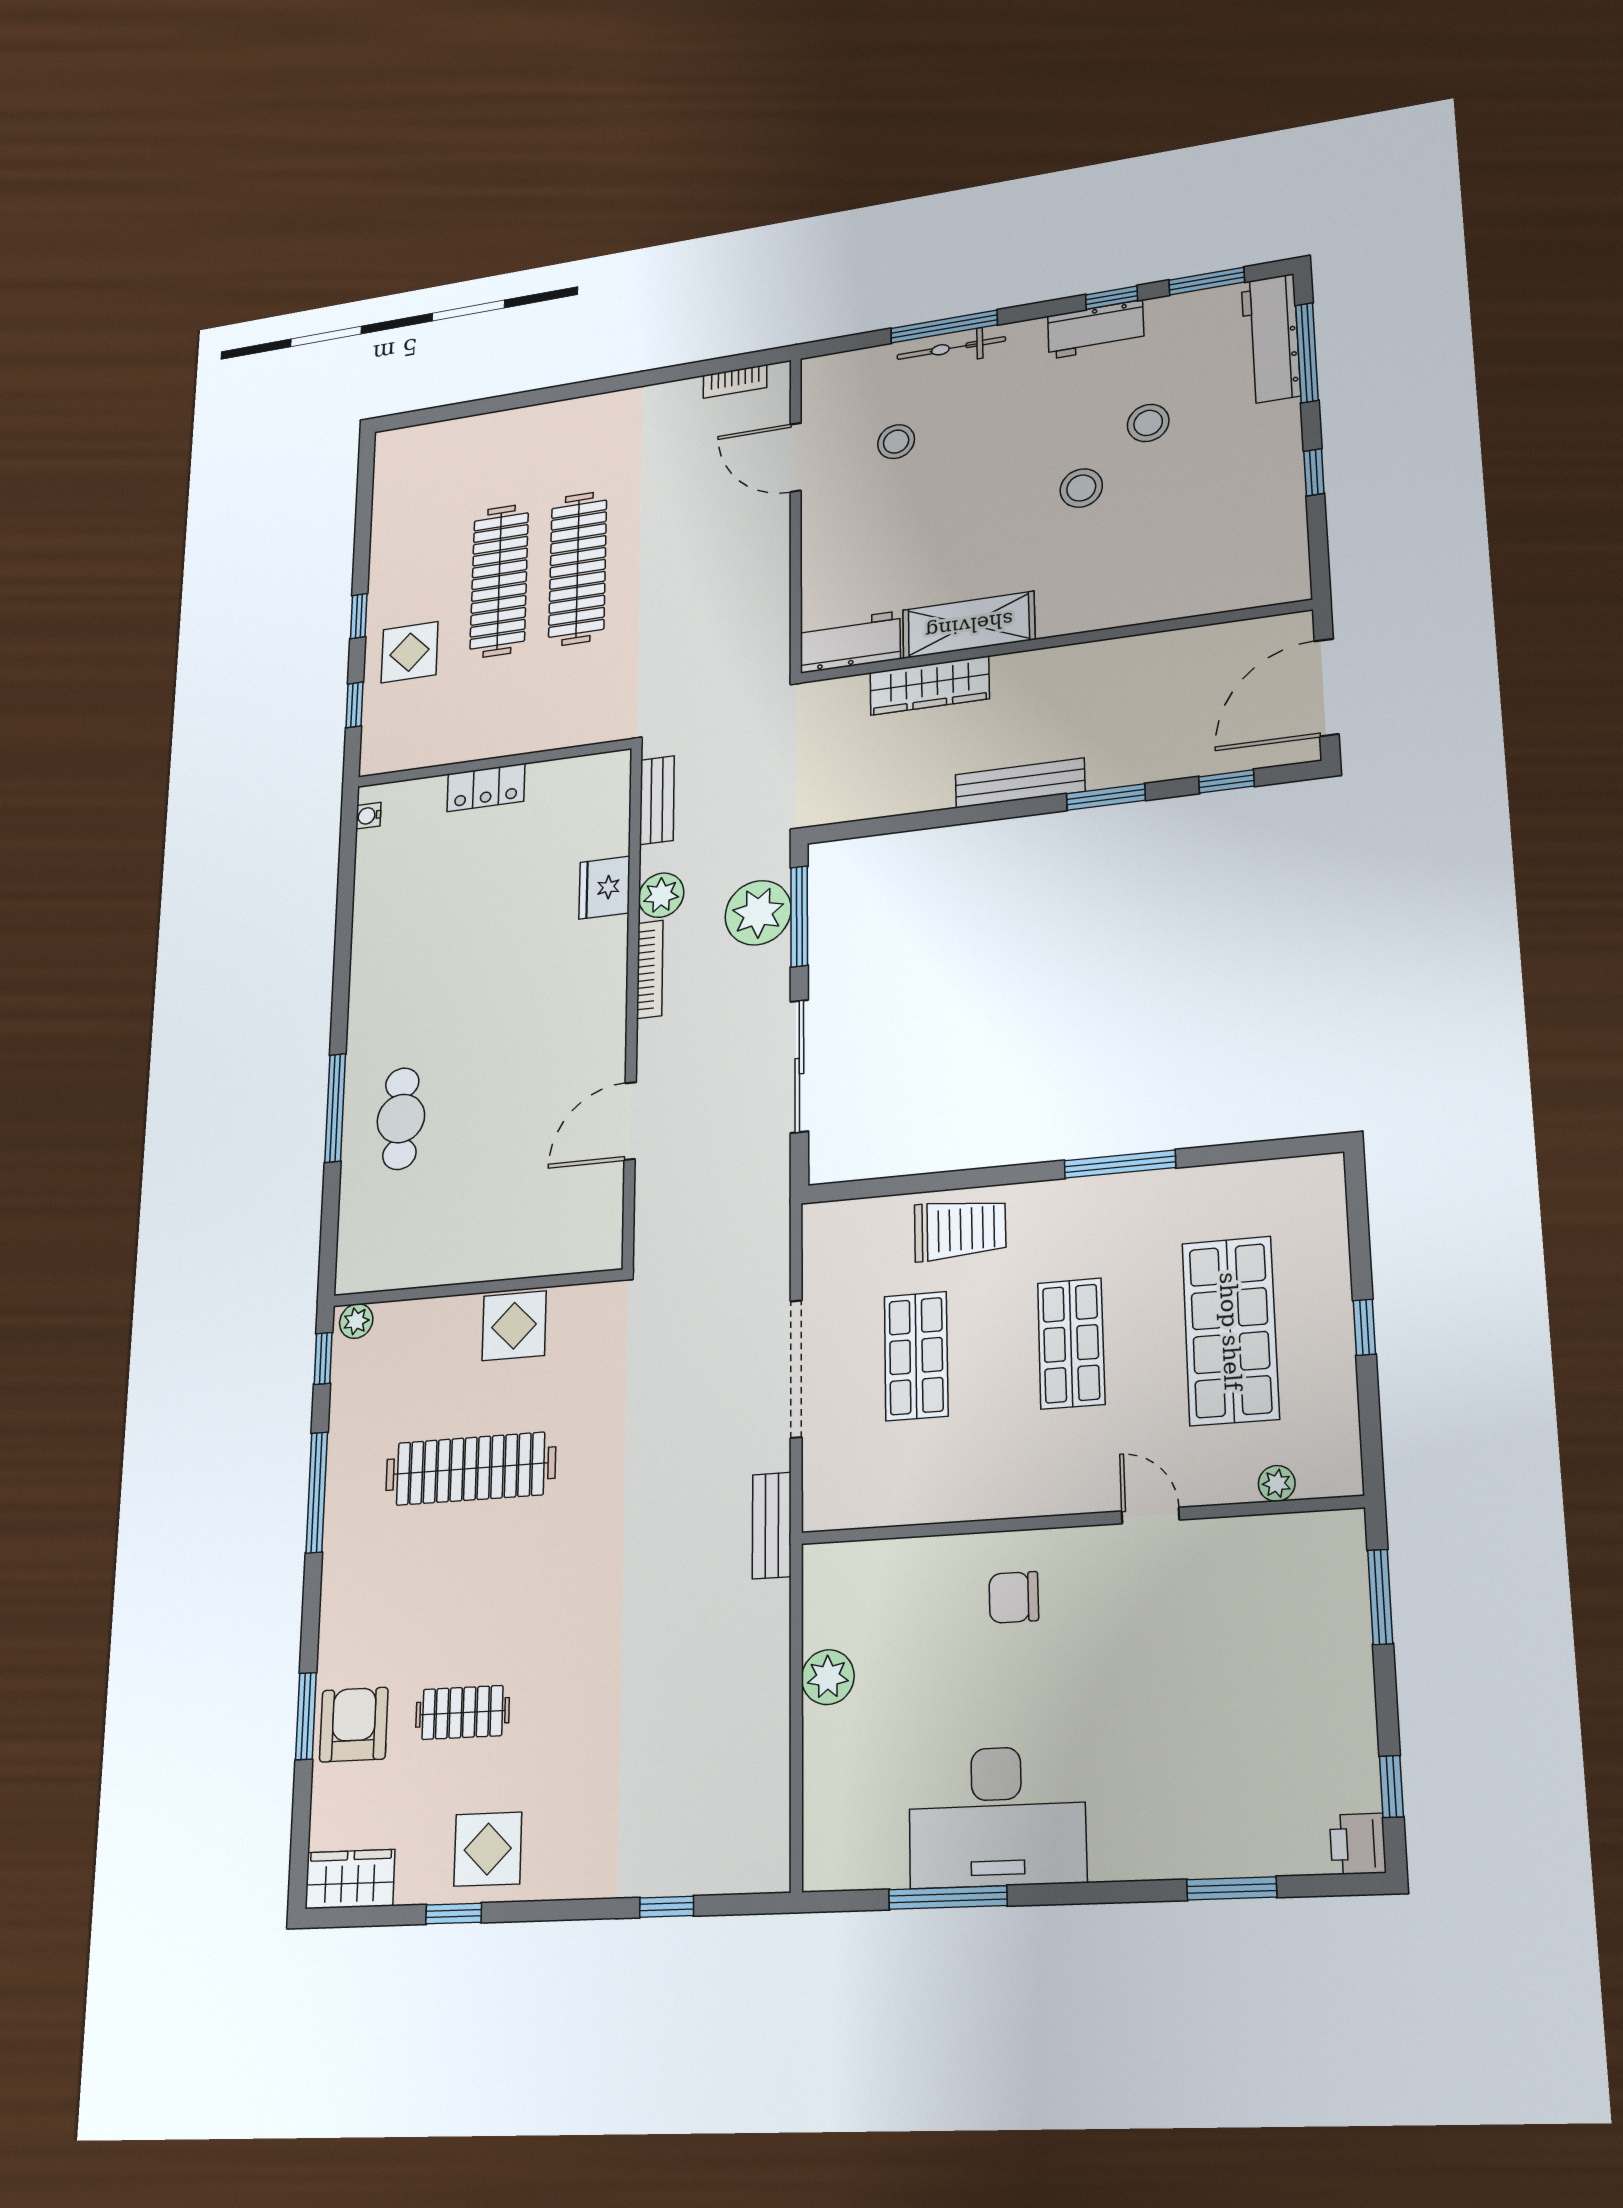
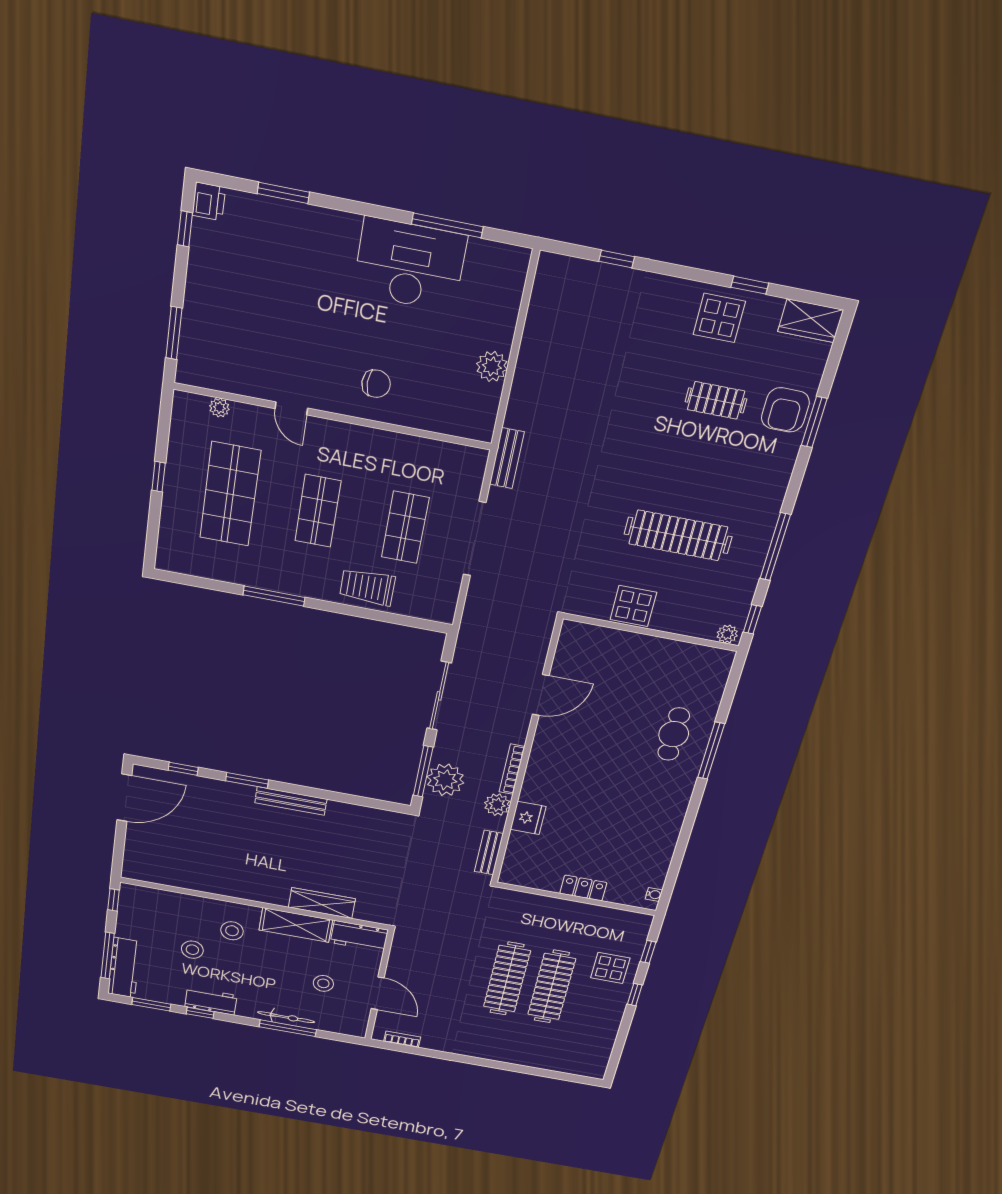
shelving: (969, 625) -> (296, 925), moved
workbench: (850, 642) -> (359, 936), moved
wall: (1051, 642) -> (255, 904), moved
wardrobe: (929, 686) -> (322, 903), moved

